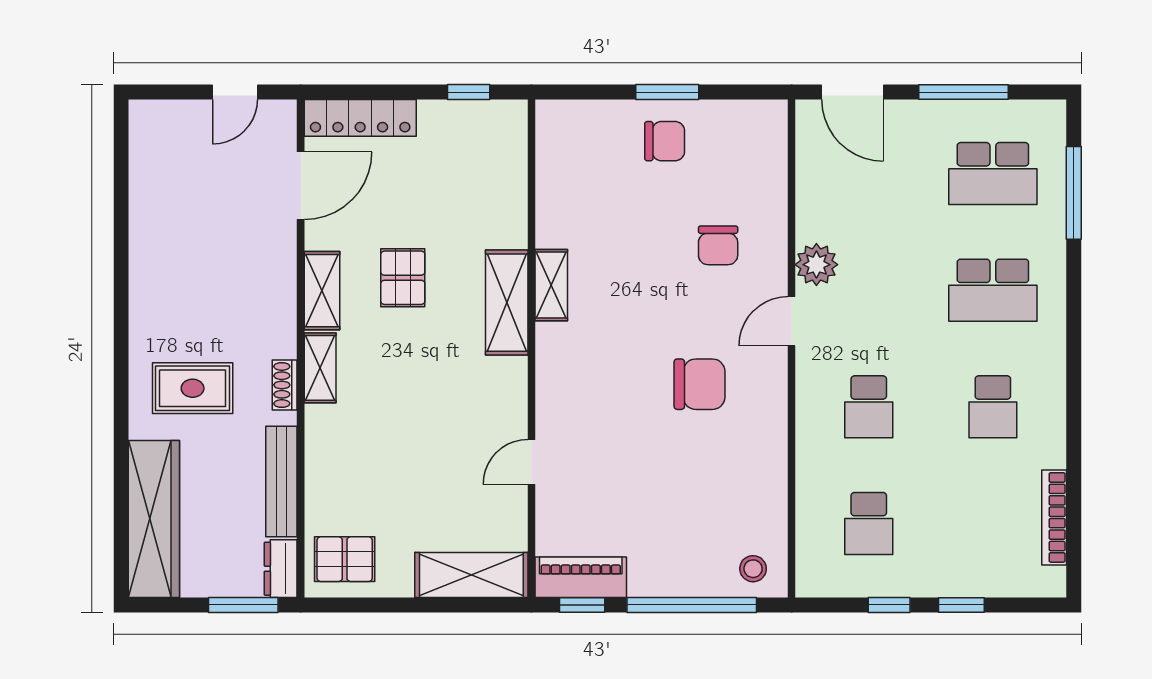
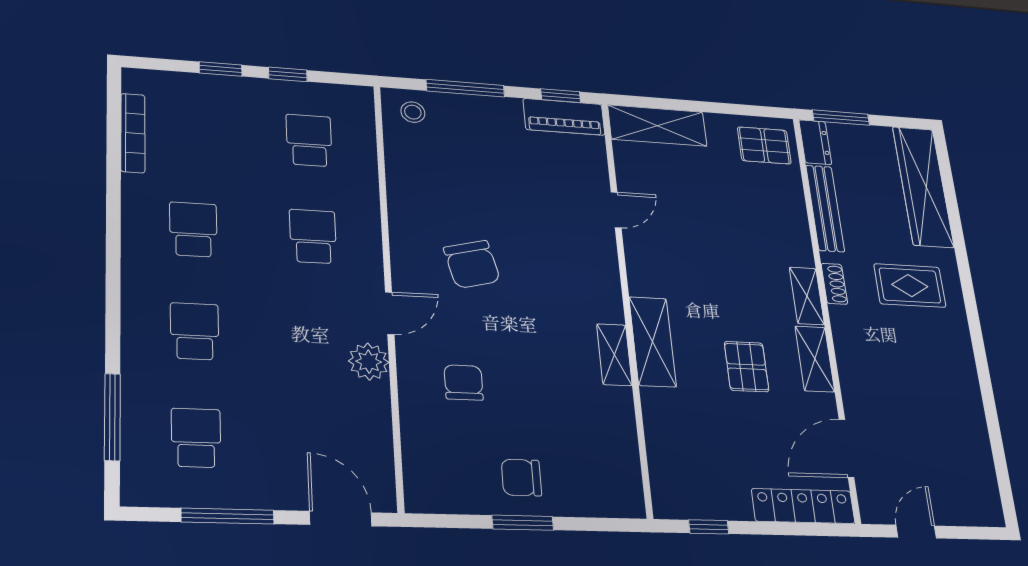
school desk: (993, 174) -> (196, 438), width x0.54
school desk: (993, 290) -> (195, 331), width x0.54
chair: (700, 384) -> (472, 264), turned -104
window: (692, 605) -> (465, 88), width x0.68

